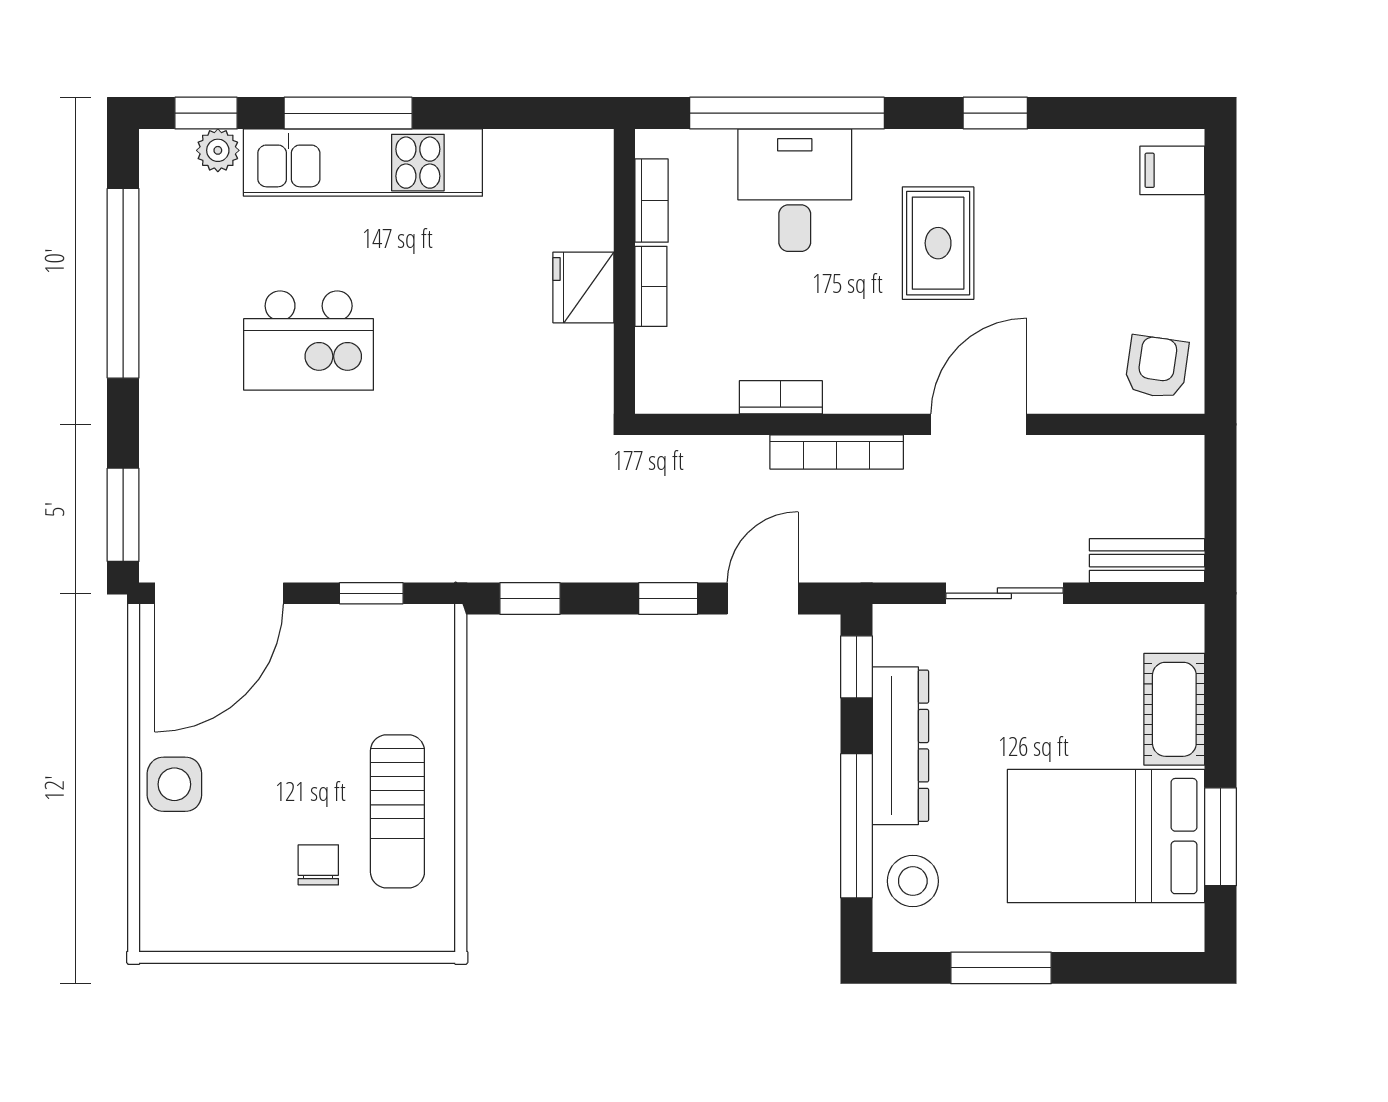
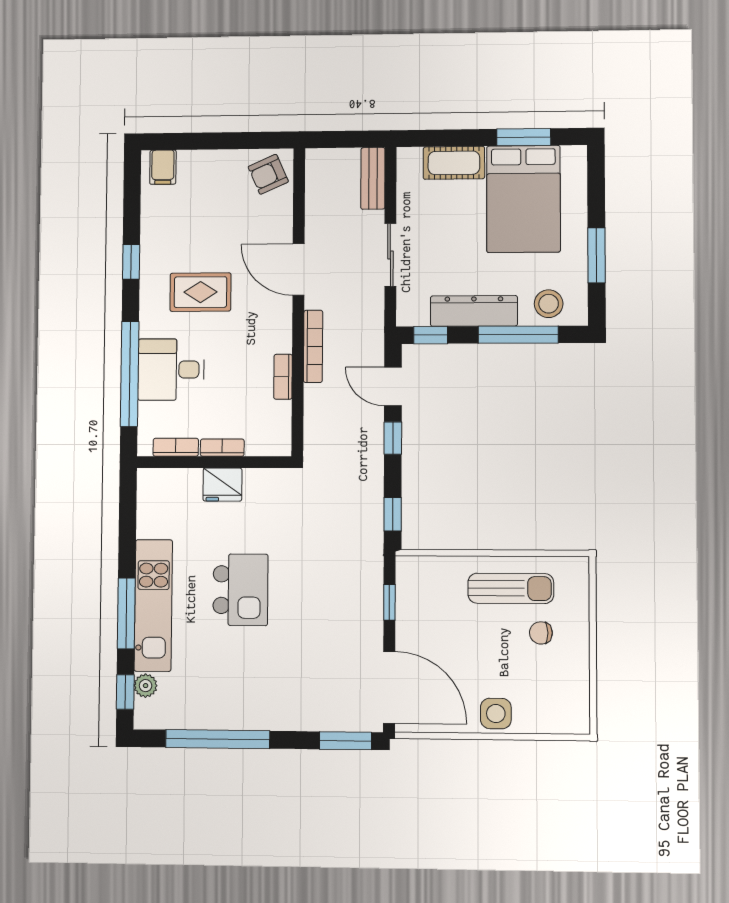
kitchen island: (309, 341) -> (240, 590), moved
armchair: (1157, 367) -> (268, 174), turned -32

